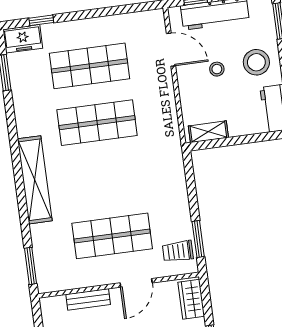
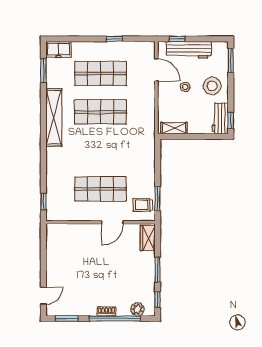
window: (41, 20) -> (114, 39), moved
shelving: (35, 180) -> (54, 117), moved
window: (31, 266) -> (43, 202), width x0.67
bench: (88, 299) -> (79, 229), removed

